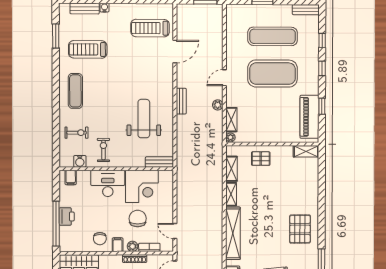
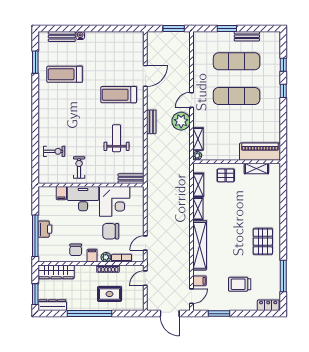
bench: (306, 10) -> (247, 36), moved
treadmill: (150, 28) -> (119, 95), moved
exercise mat: (273, 74) -> (237, 96), width x0.68
exercise mat: (75, 91) -> (53, 113), removed
plant: (218, 105) -> (181, 121), width x1.88, depth x1.88
window: (322, 106) -> (283, 126), removed
piano: (309, 117) -> (260, 152), moved, turned 90
weight bench: (144, 119) -> (116, 138), width x0.73, depth x0.75
shelving: (306, 151) -> (256, 169), moved
water cooler: (80, 161) -> (57, 178), removed
filing cabinet: (71, 178) -> (61, 193), moved
chair: (138, 219) -> (111, 231), turned -90
door: (175, 231) -> (145, 243), hinge flipped

